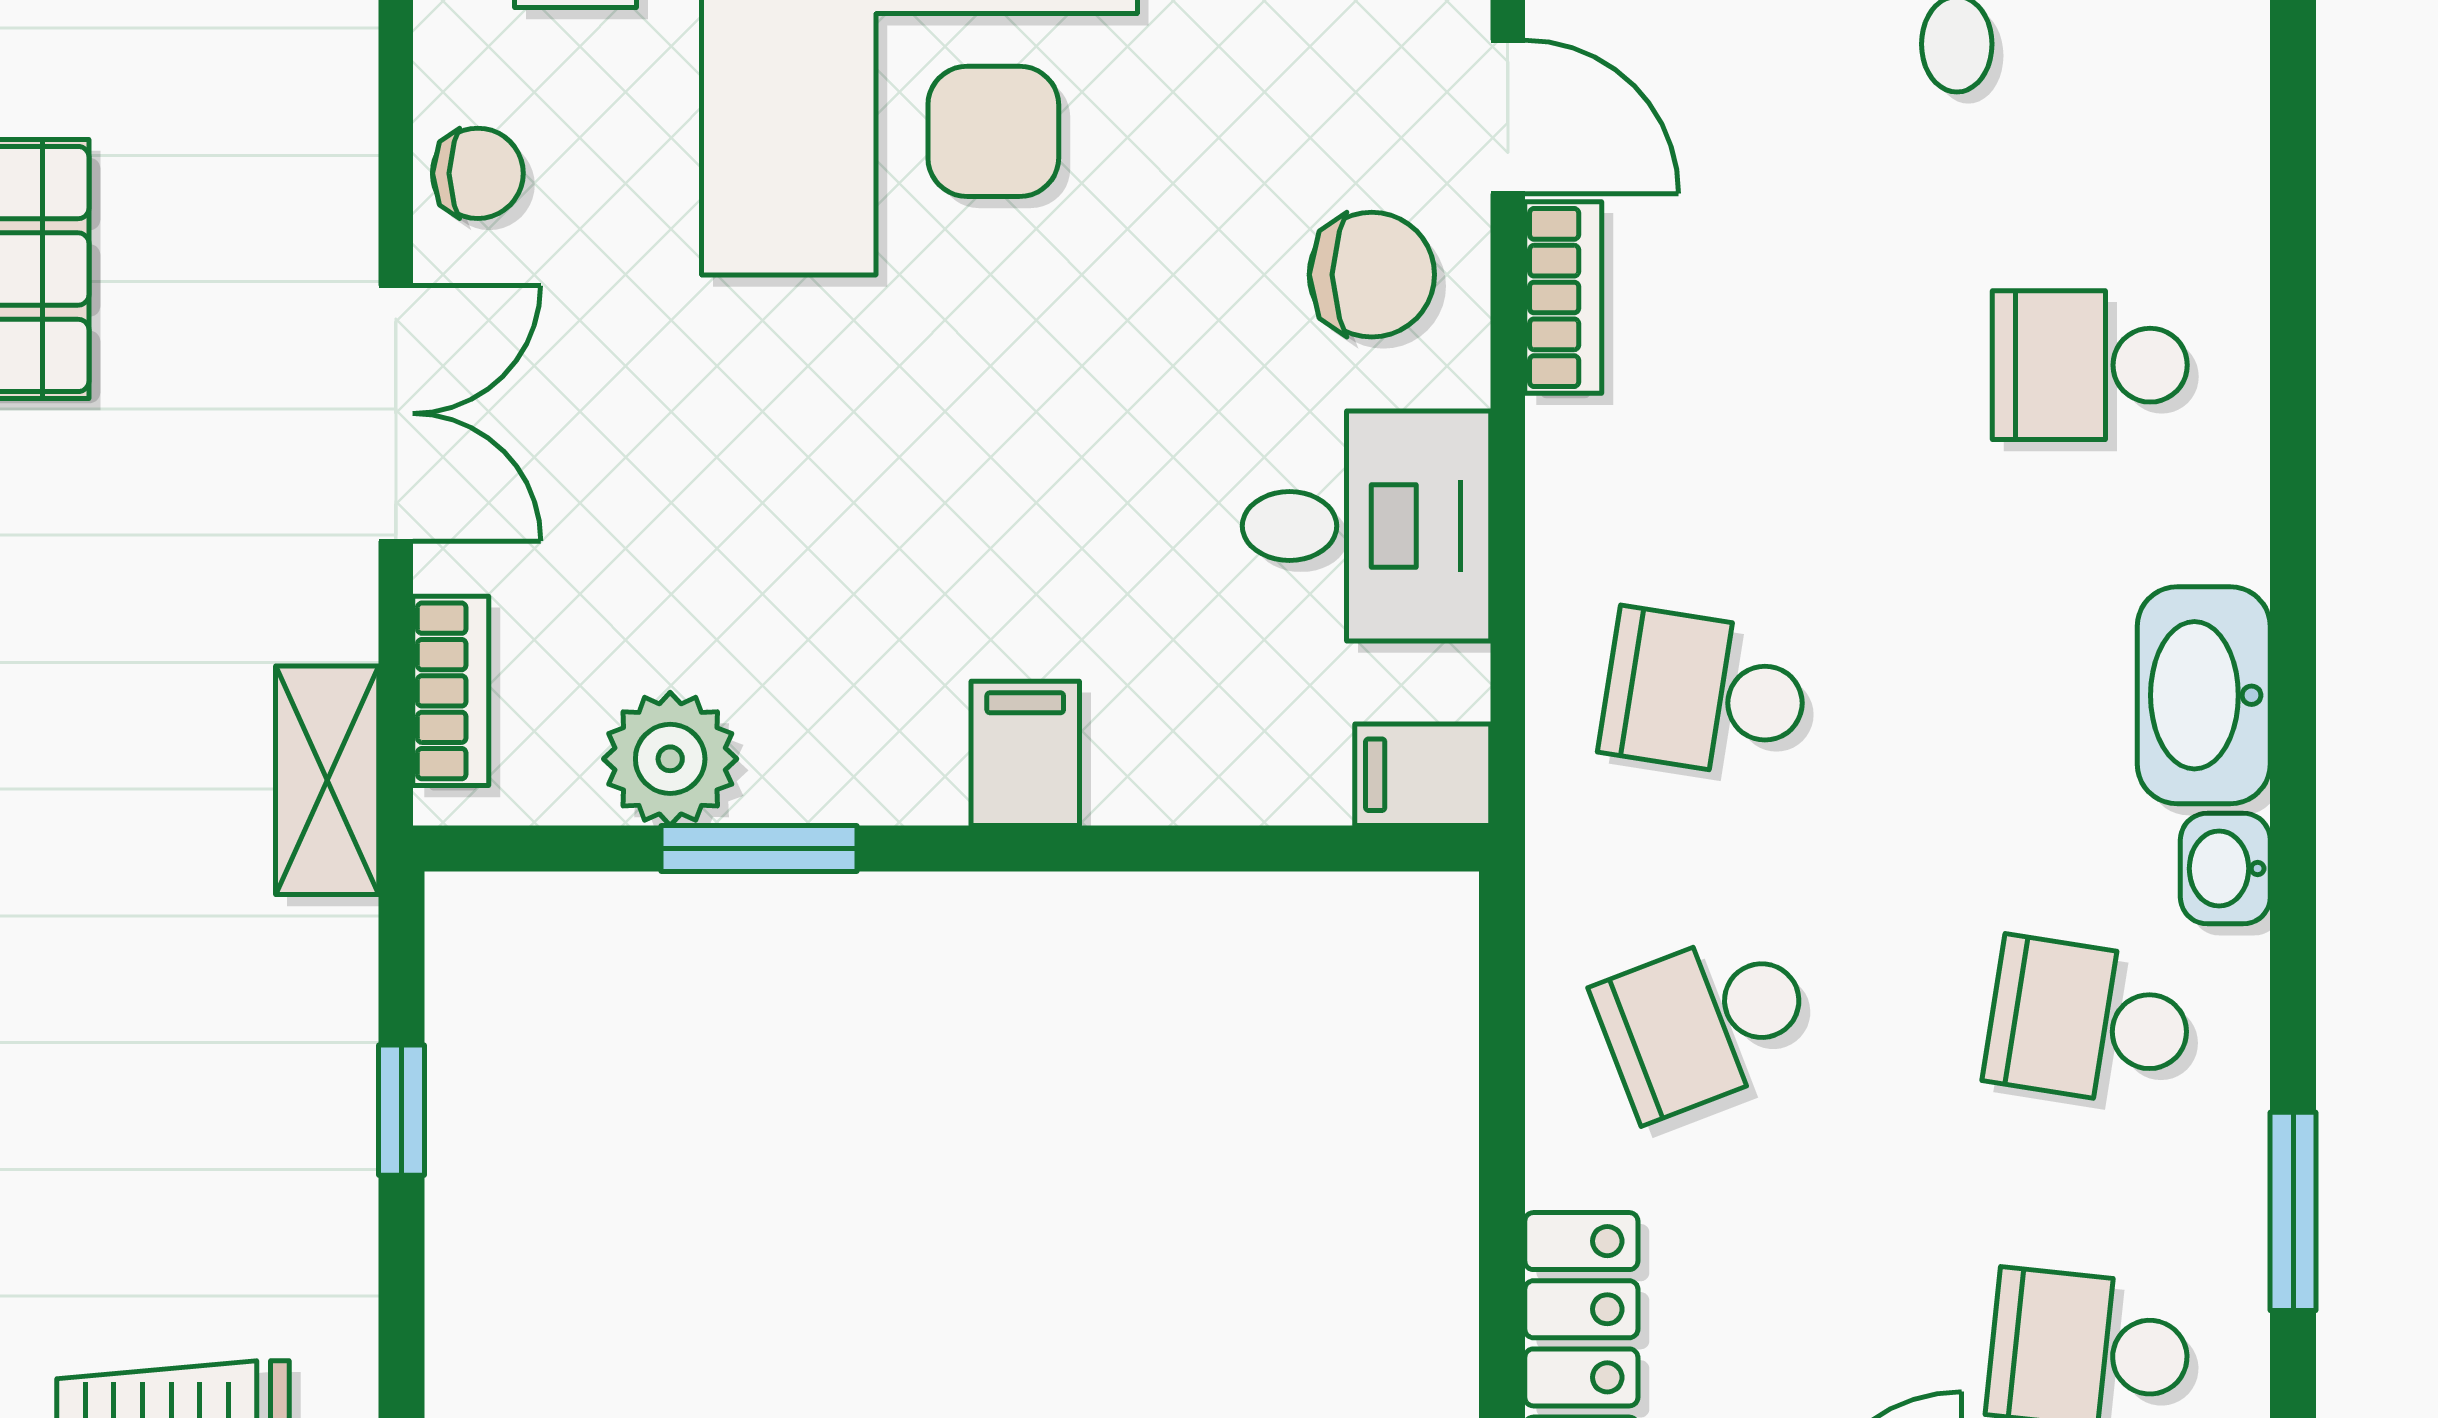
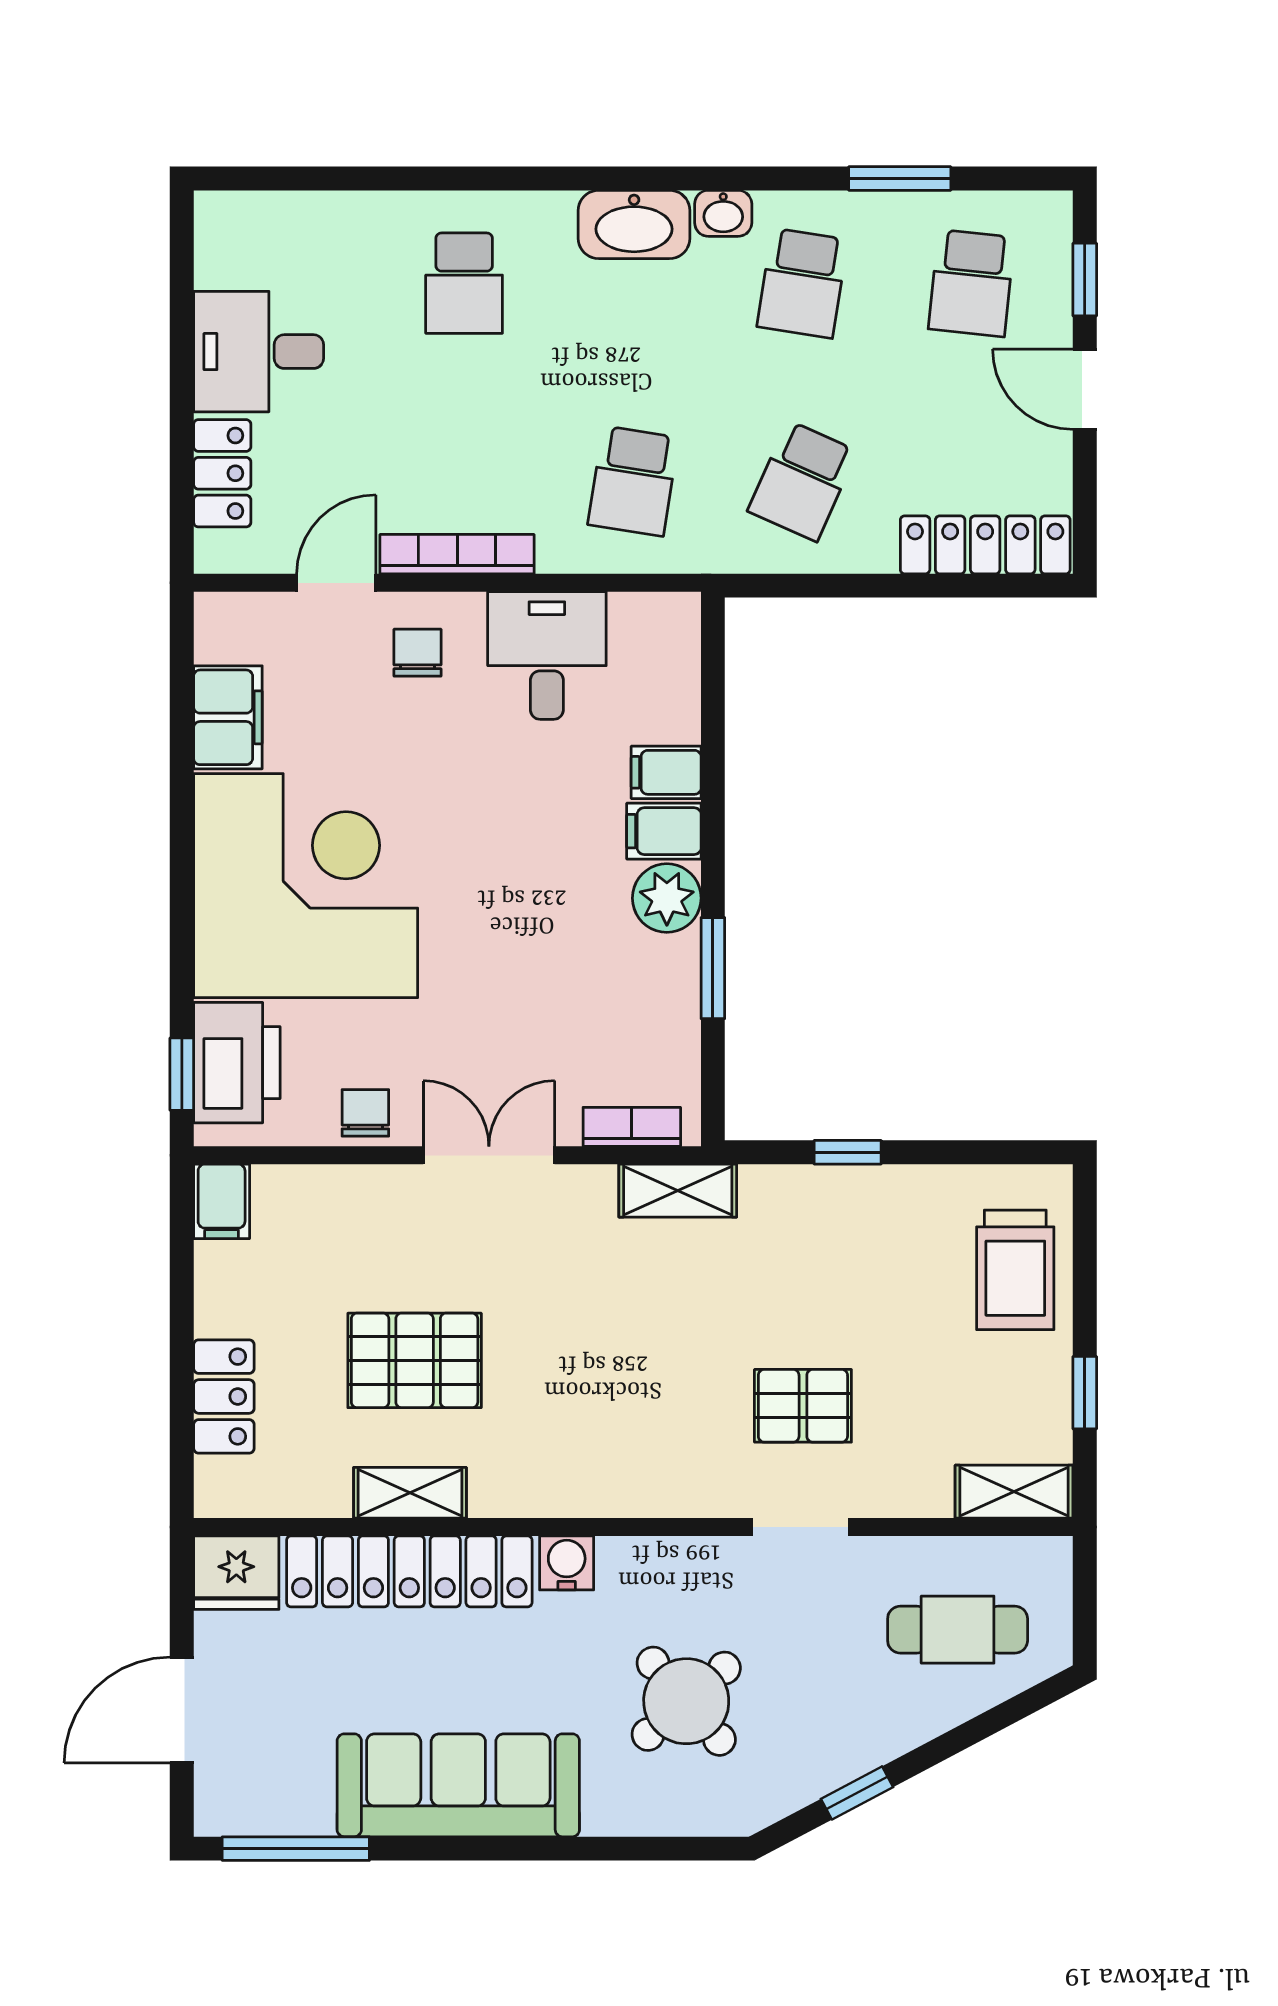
chair: (1372, 275) -> (418, 653), width x0.73, depth x0.73
bookcase: (1563, 297) -> (457, 554), width x1.56
plant: (670, 759) -> (667, 898), moved
filing cabinet: (1423, 775) -> (666, 772), moved, turned 90
school desk: (1705, 1022) -> (802, 481), turned 45

